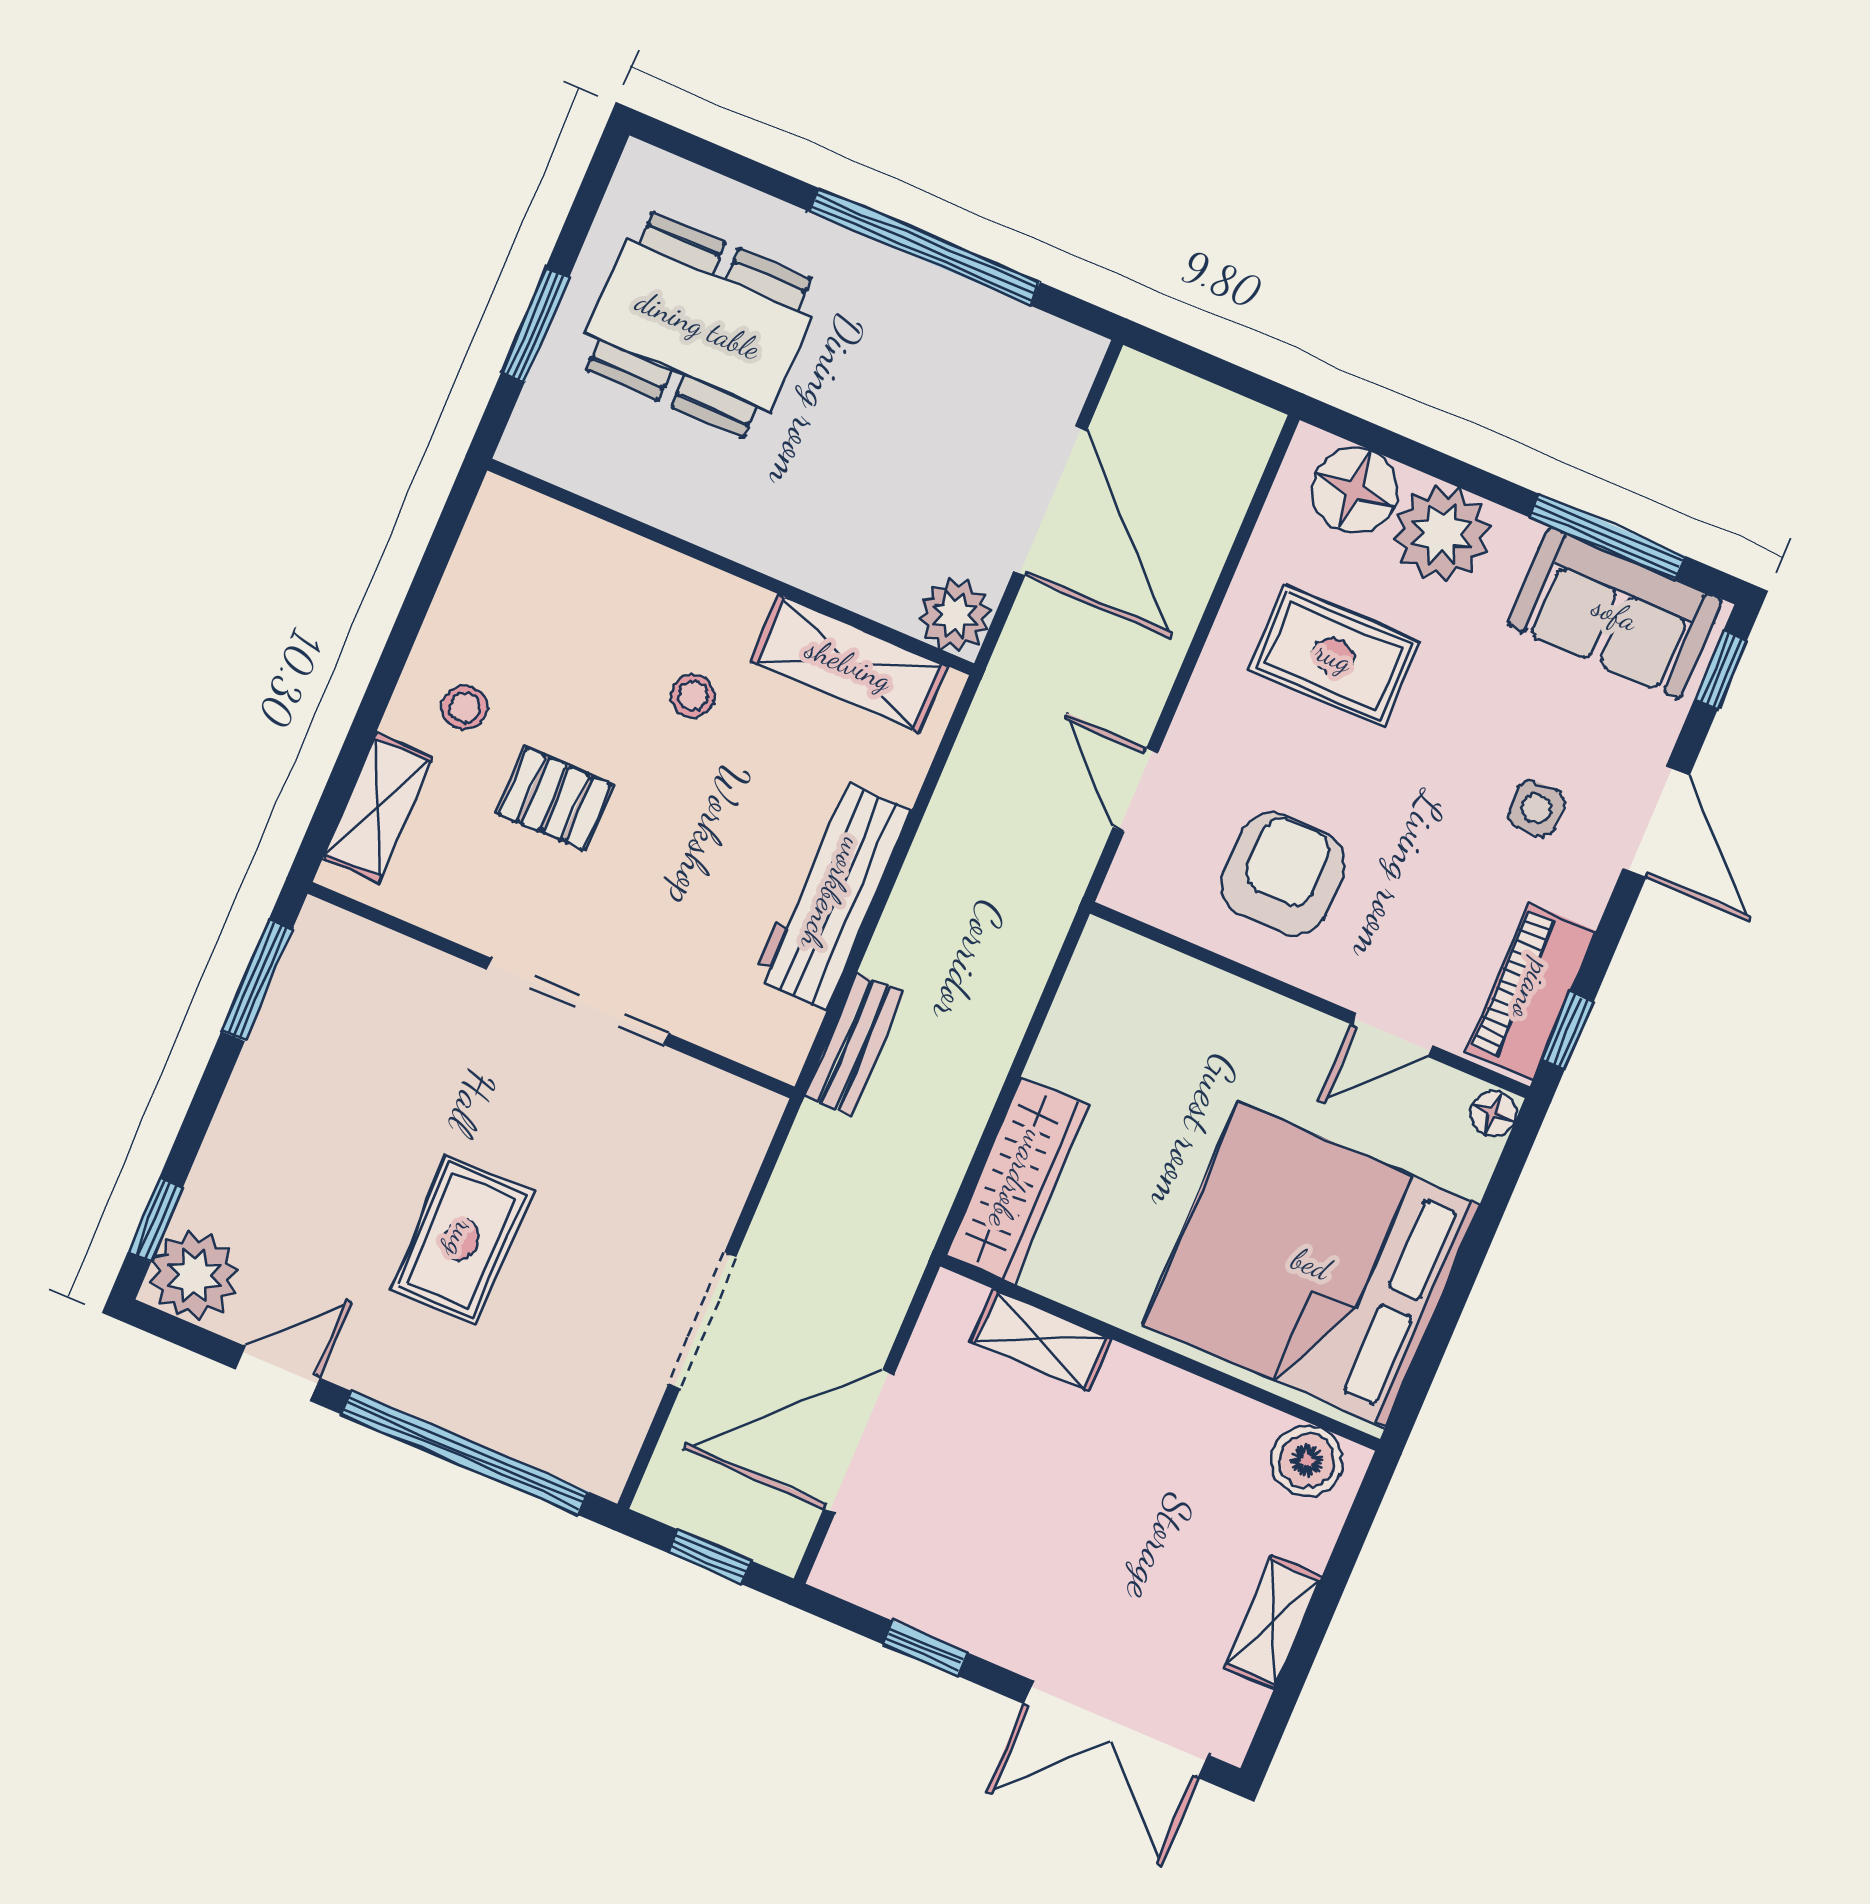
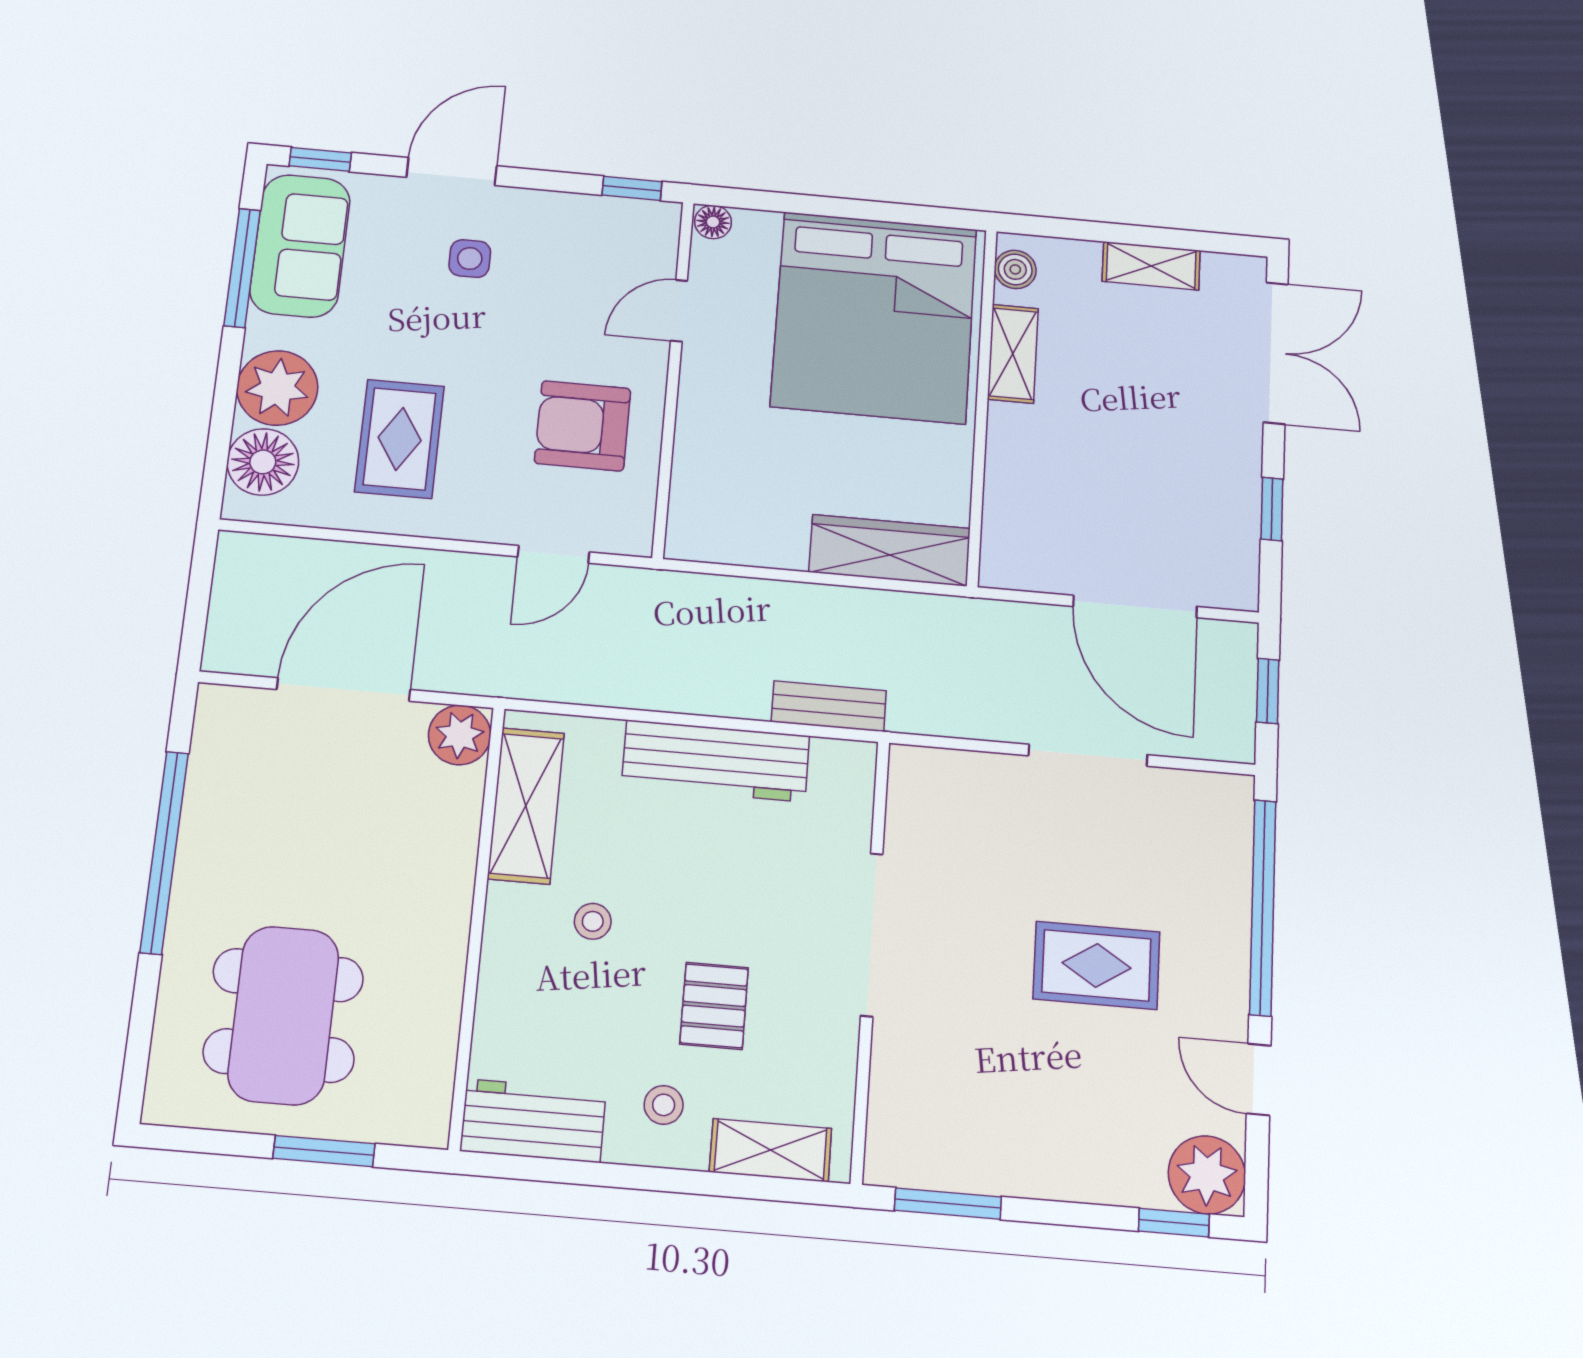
workbench: (494, 560) -> (533, 1121), added
piano: (1531, 991) -> (611, 222), removed
door: (1392, 1035) -> (679, 311), swing flipped
shelving: (1041, 1340) -> (1013, 354), moved
boiler: (1307, 1461) -> (1015, 269), width x0.73, depth x0.73

